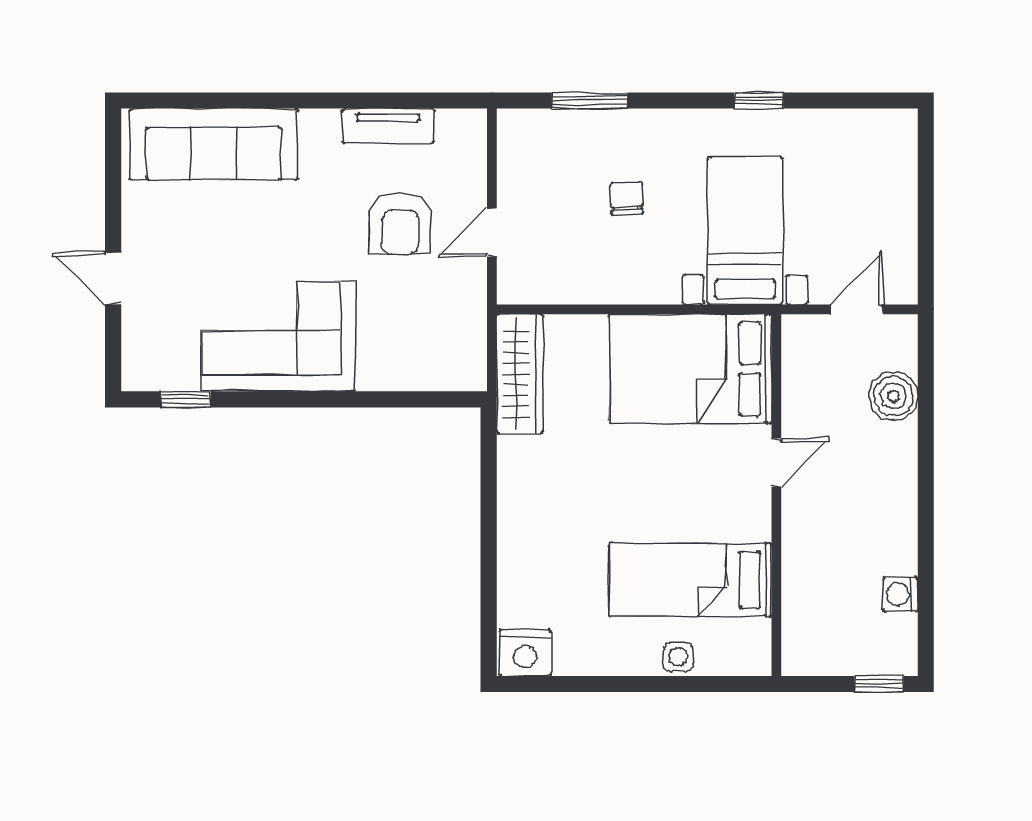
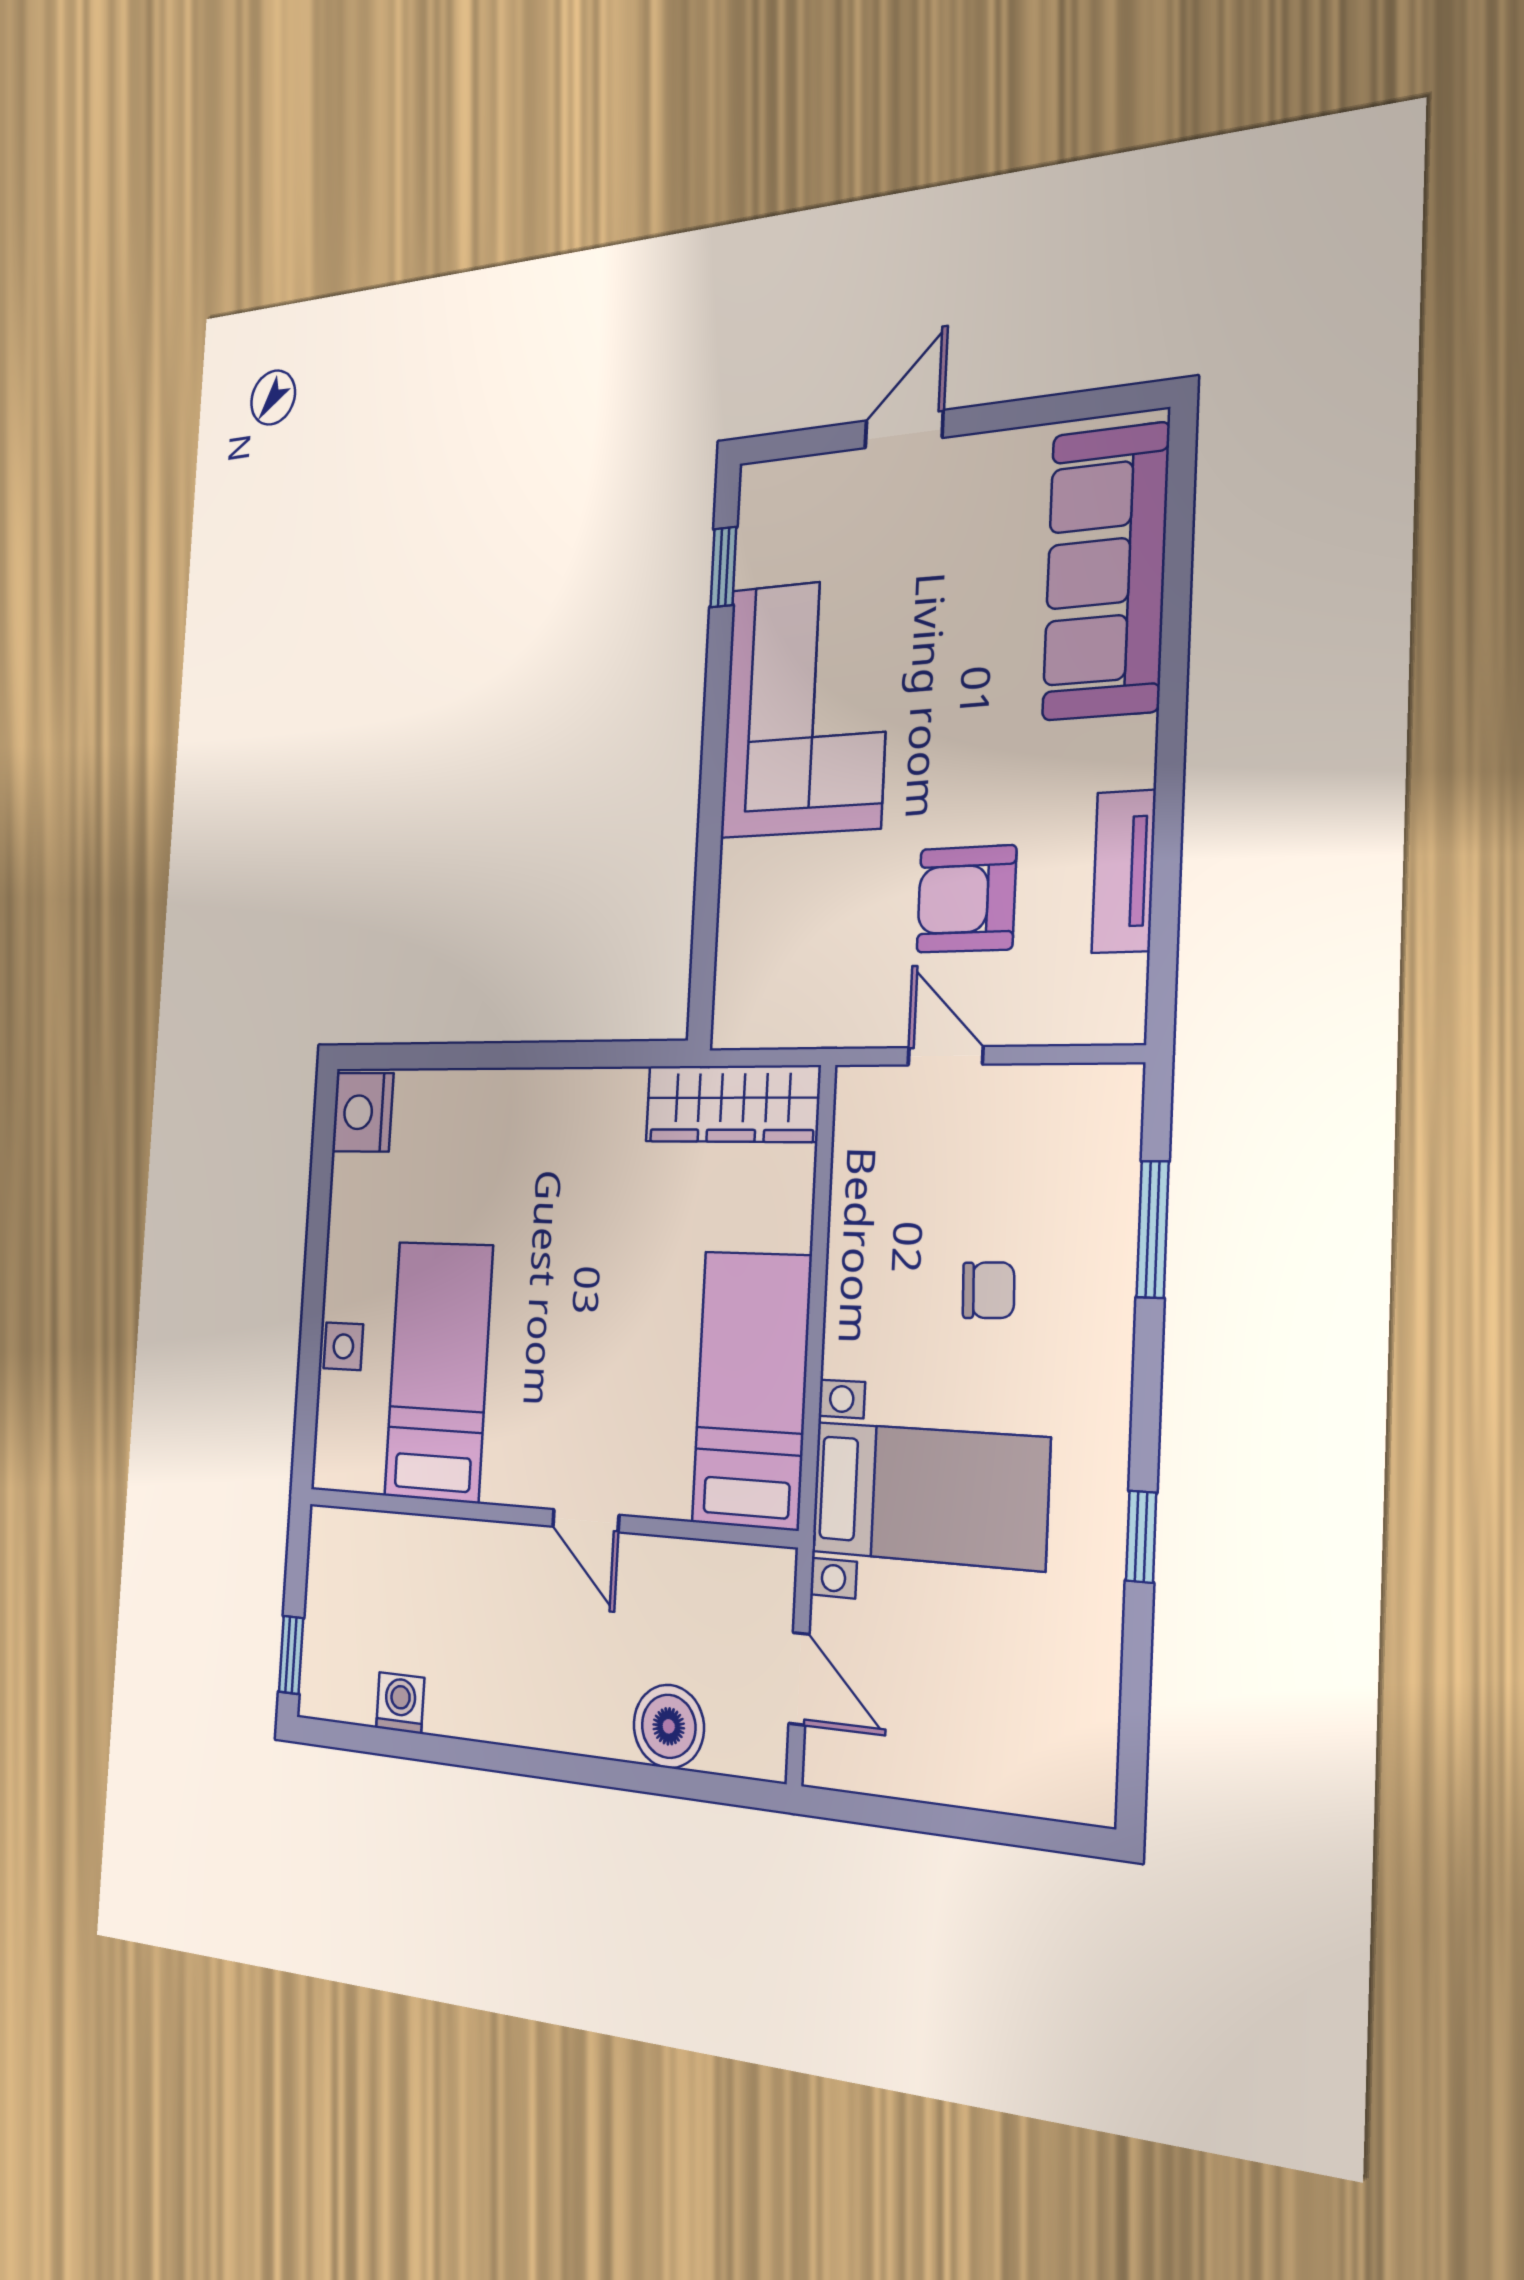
bed: (691, 369) -> (752, 1389), width x0.67

